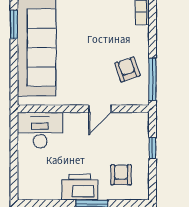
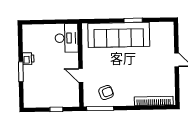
armchair: (121, 175) -> (39, 90), removed
printer: (80, 187) -> (28, 59), width x0.53, depth x0.68

